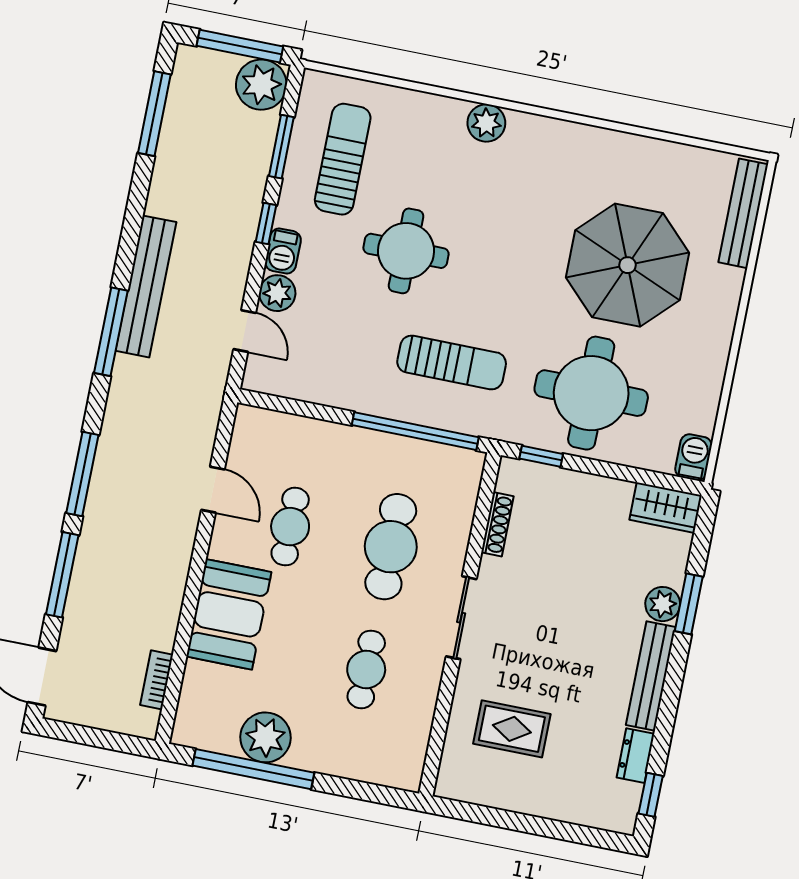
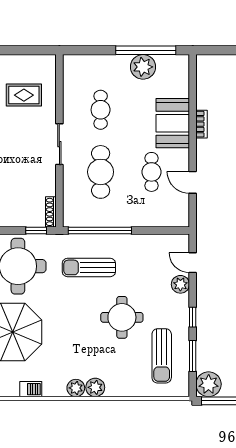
plant: (525, 130) -> (76, 388), added
barbecue: (283, 251) -> (31, 389), moved, turned 90
shoe rack: (497, 524) -> (51, 212), moved
bookcase: (157, 680) -> (202, 124), moved

